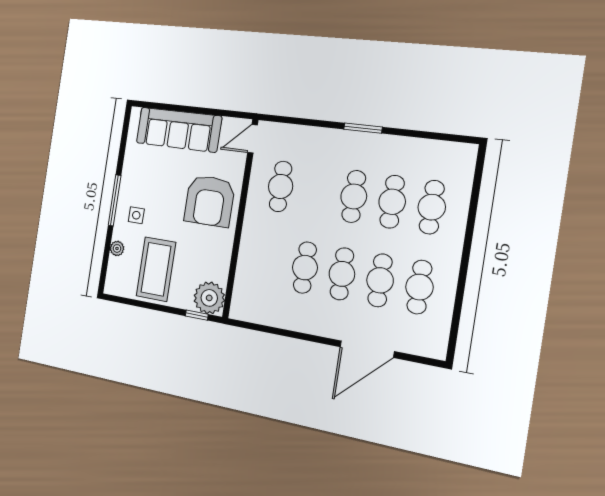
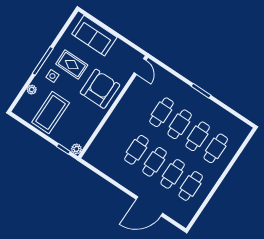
sofa: (179, 130) -> (94, 36), width x0.73
door: (252, 139) -> (140, 66), swing flipped
rug: (155, 186) -> (72, 65), added
cafe table: (281, 186) -> (162, 112), moved
armchair: (209, 201) -> (100, 89), turned 180
plant: (209, 298) -> (76, 149), width x0.53, depth x0.53

